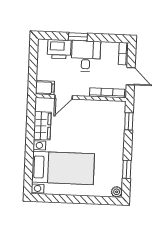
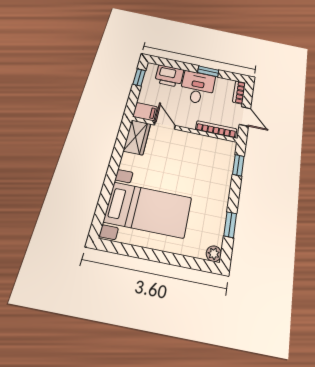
window: (78, 37) -> (208, 71), moved
window: (33, 56) -> (139, 77), added
door: (64, 97) -> (165, 125), swing flipped
wardrobe: (42, 126) -> (137, 137), moved

